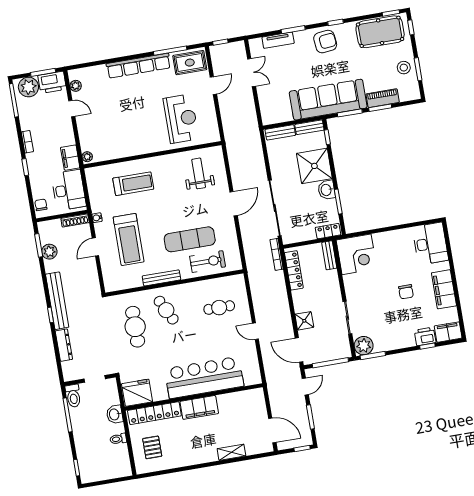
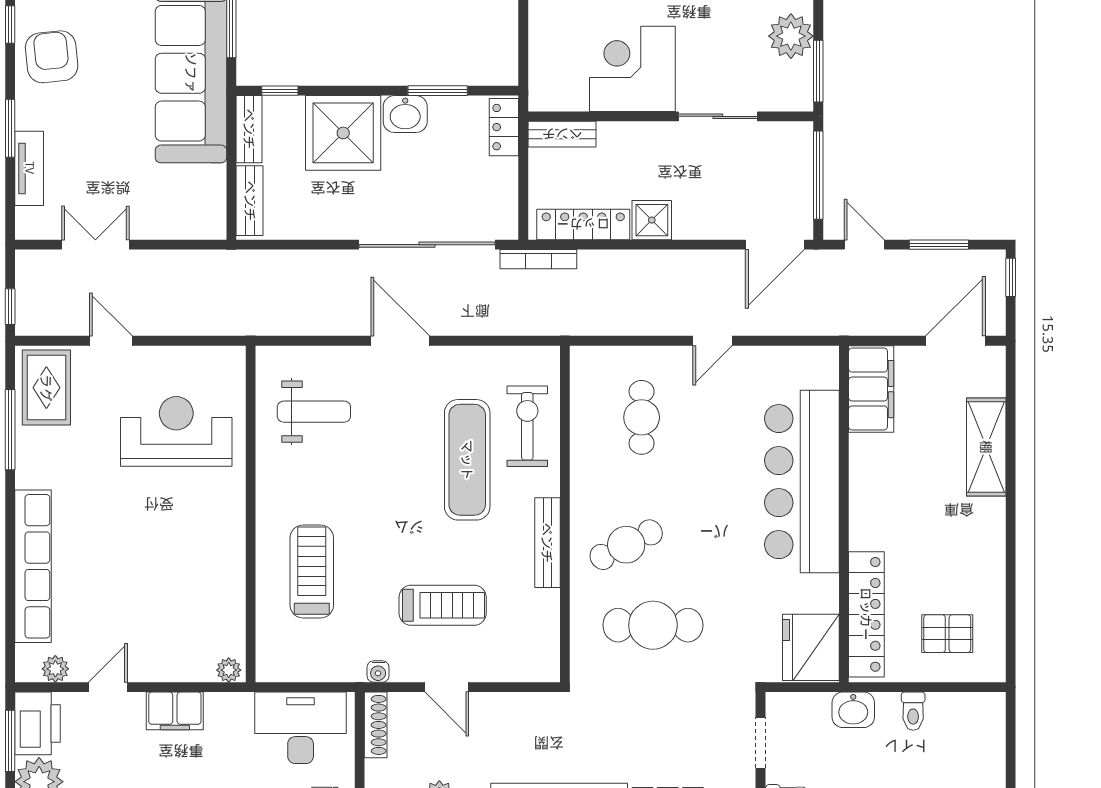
row of seats: (138, 66) -> (33, 566), moved
filing cabinet: (70, 158) -> (175, 711), moved
weight bench: (199, 173) -> (314, 412), turned 180
treadmill: (129, 239) -> (443, 605), width x0.73, depth x0.73
corner desk: (357, 254) -> (632, 69), moved, turned -90
shower: (304, 321) -> (652, 220), moved
plant: (364, 346) -> (791, 36), moved
filing cabinet: (199, 407) -> (871, 389), moved
shelving: (231, 452) -> (986, 447), width x1.50, depth x1.33

